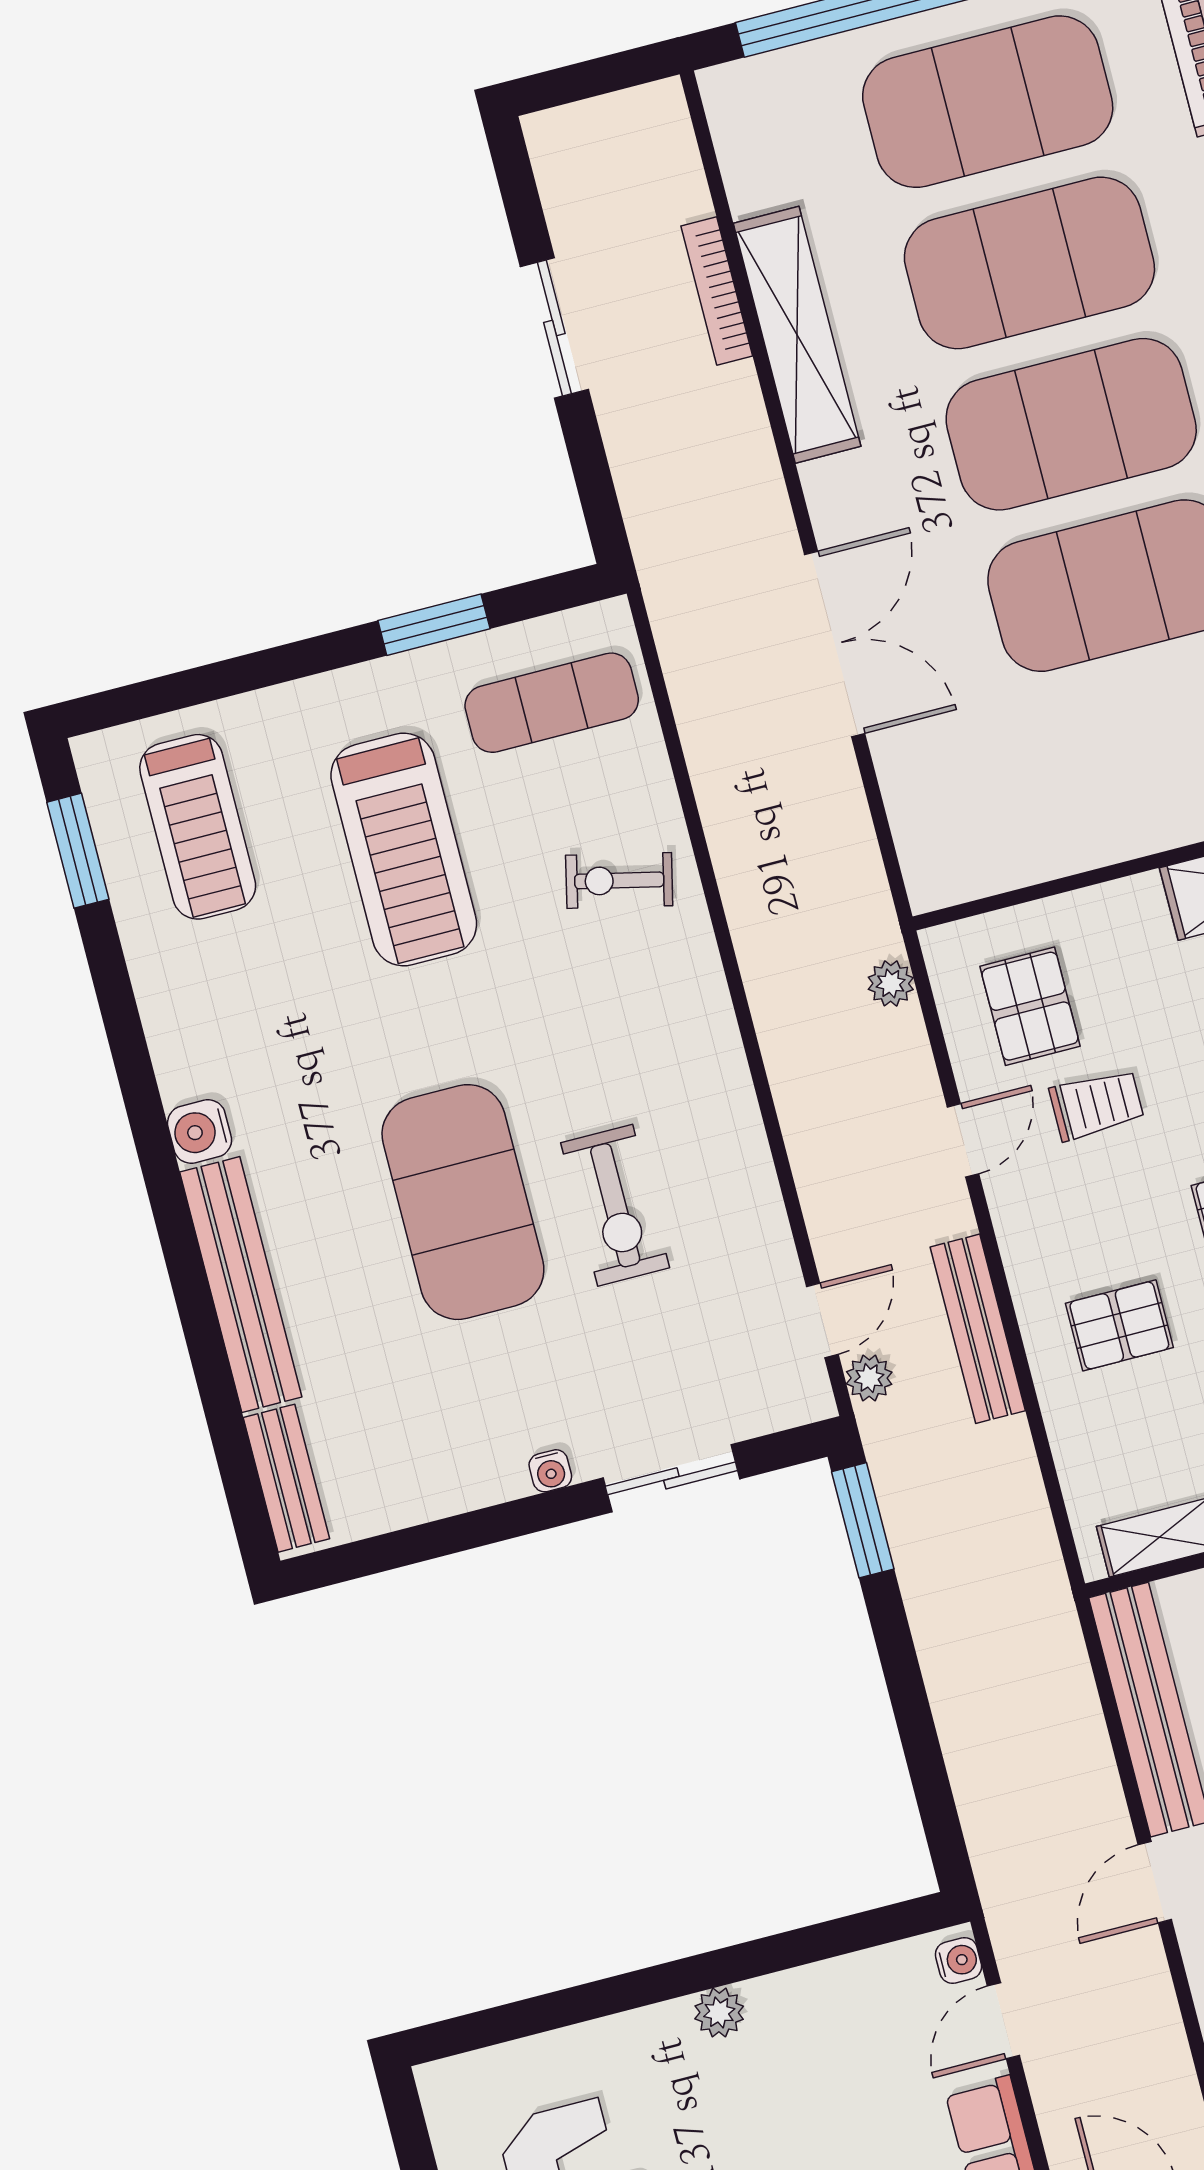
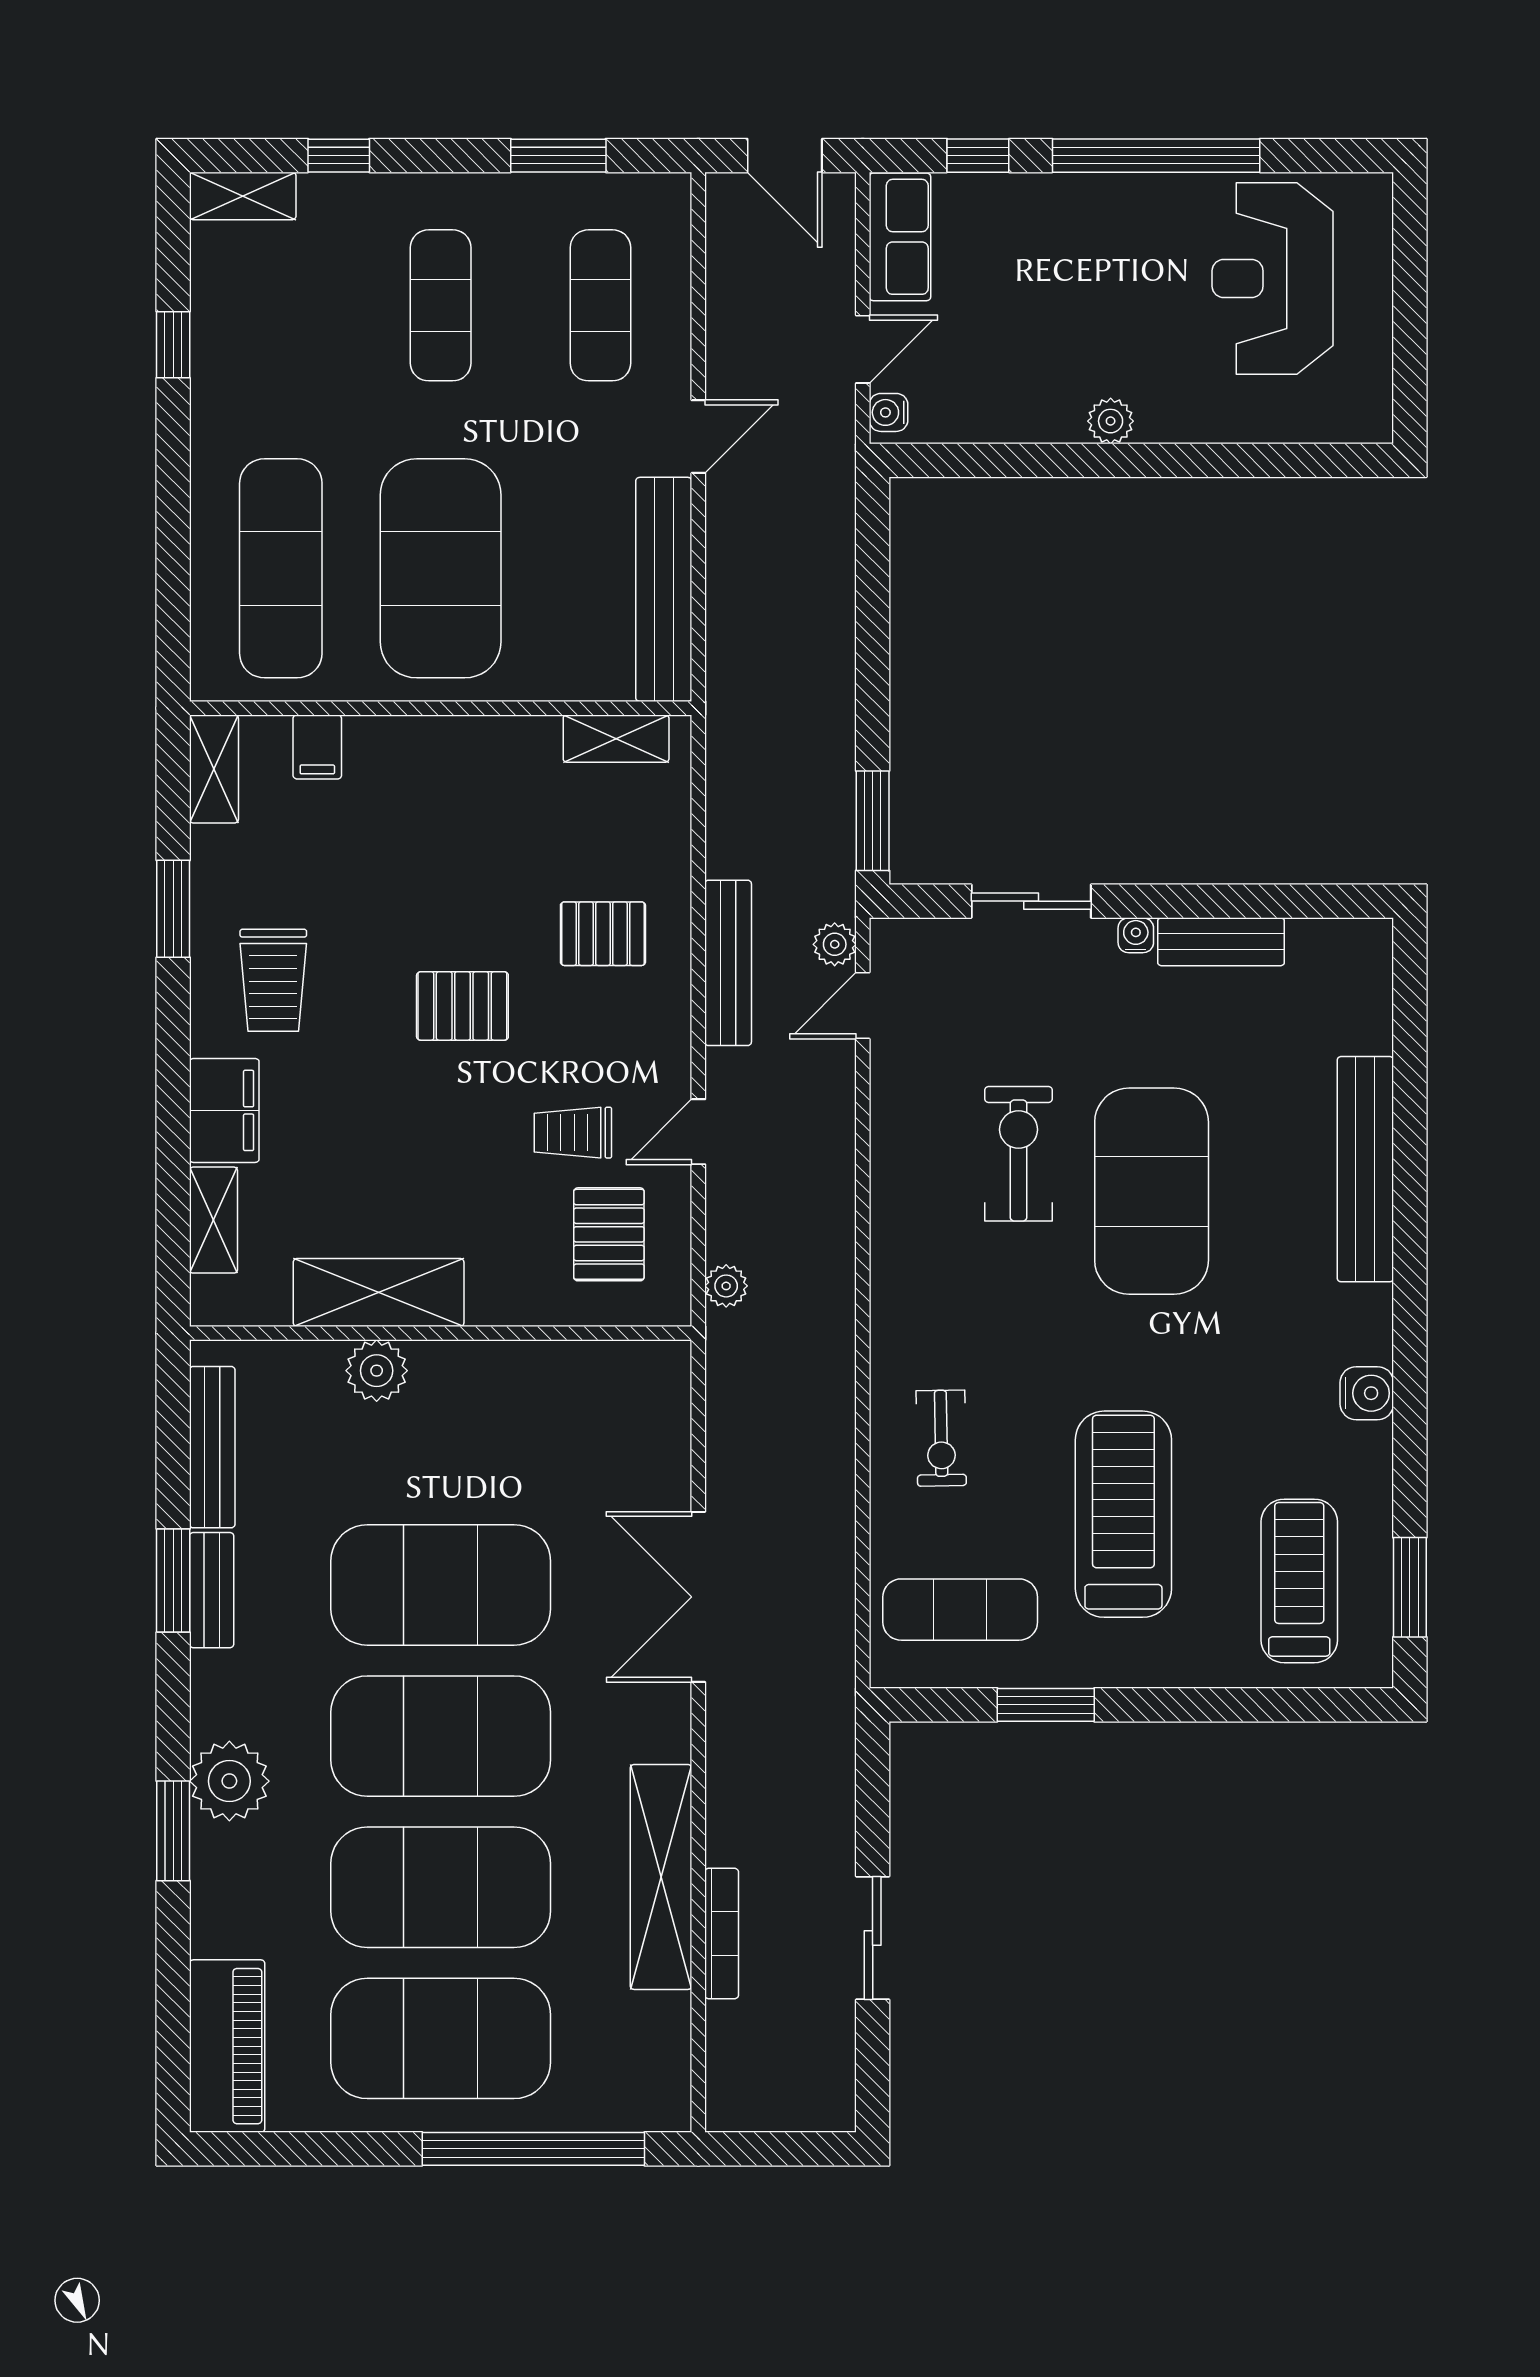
exercise bike: (619, 880) -> (941, 1438), turned 76
water cooler: (200, 1131) -> (1367, 1393), moved
bench: (286, 1478) -> (1221, 942), moved, turned 90

